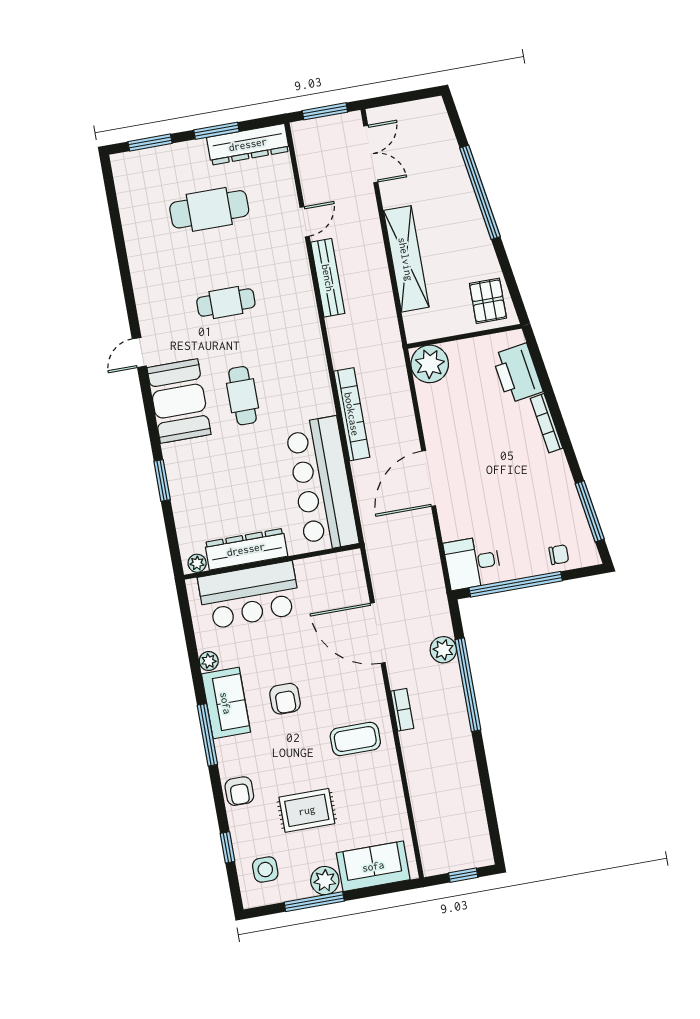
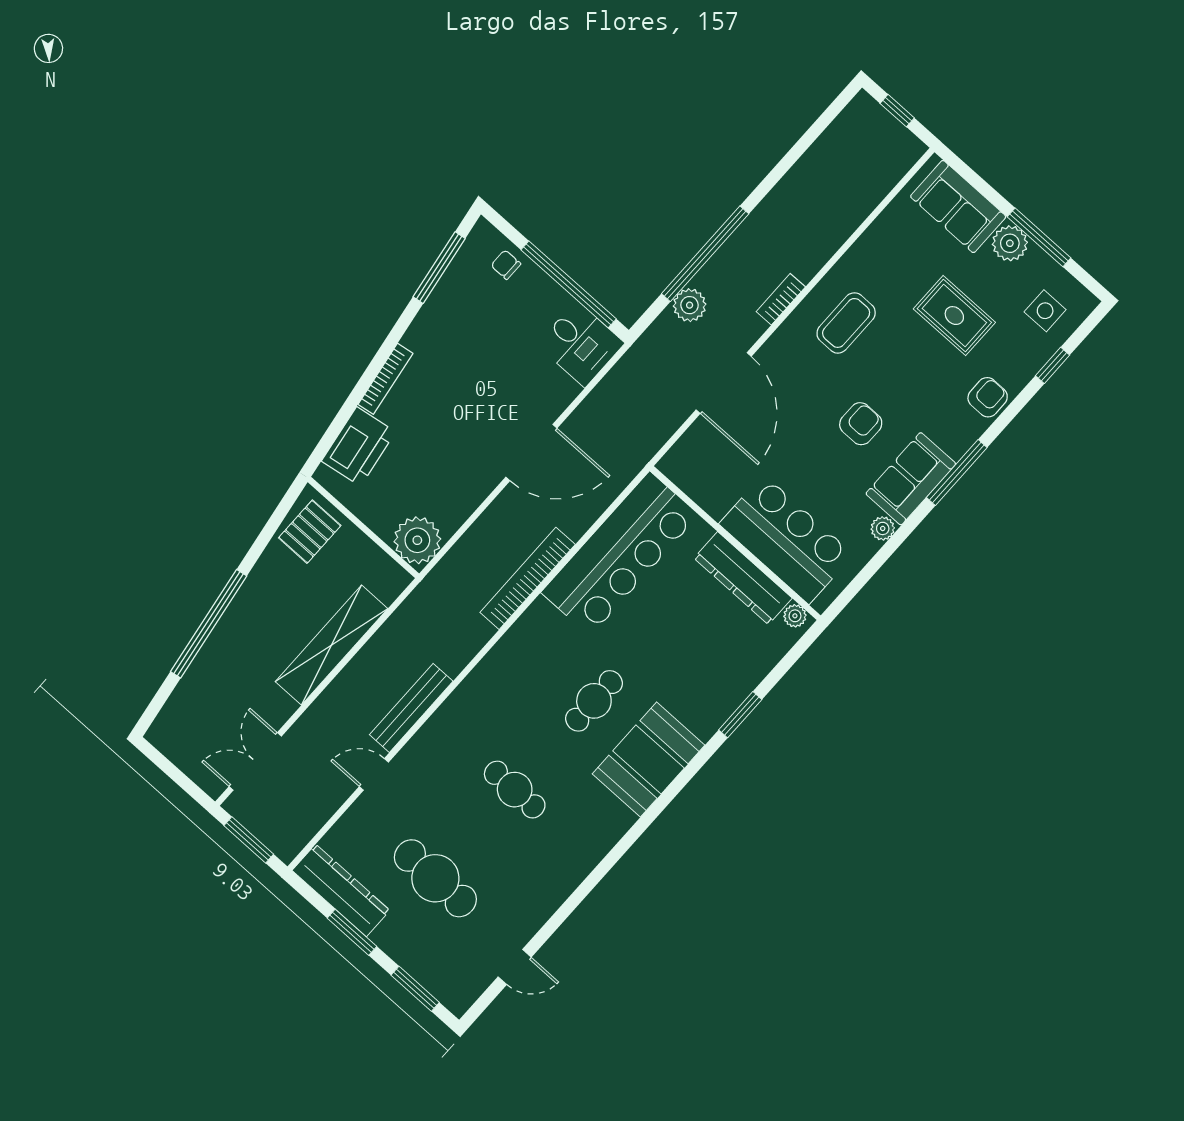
door: (139, 352) -> (515, 967), moved
coffee table: (355, 739) -> (846, 323), turned 90

